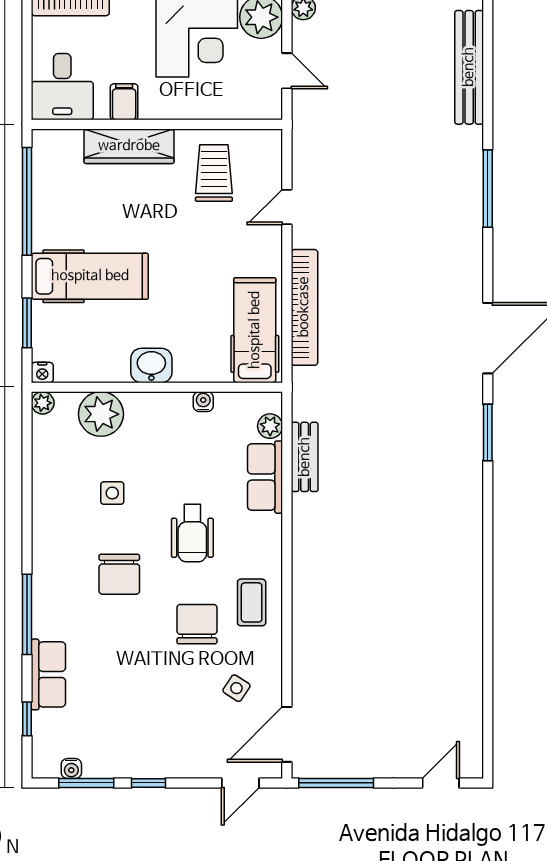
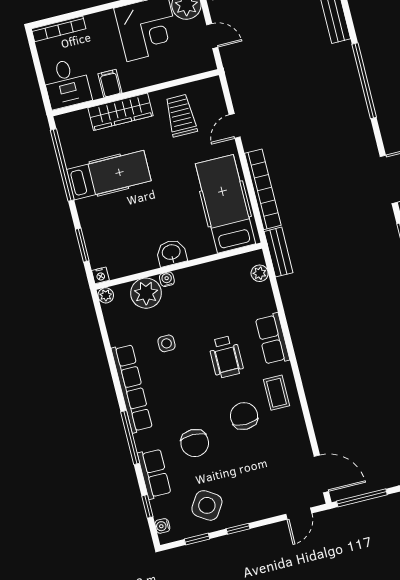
window: (488, 189) -> (364, 81), width x1.46
hospital bed: (90, 276) -> (109, 175), moved
hospital bed: (255, 330) -> (225, 204), width x1.37, depth x1.29
water cooler: (203, 402) -> (167, 279), moved
bench: (305, 457) -> (279, 252), moved
row of seats: (265, 477) -> (273, 339), moved
row of seats: (47, 545) -> (132, 388), added
chair: (119, 574) -> (195, 443), moved
side table: (236, 688) -> (207, 505), moved, width x1.87, depth x1.87
door: (287, 734) -> (321, 474), swing flipped
water cooler: (71, 769) -> (162, 526), moved, turned 90
window: (86, 783) -> (197, 539), width x0.67

